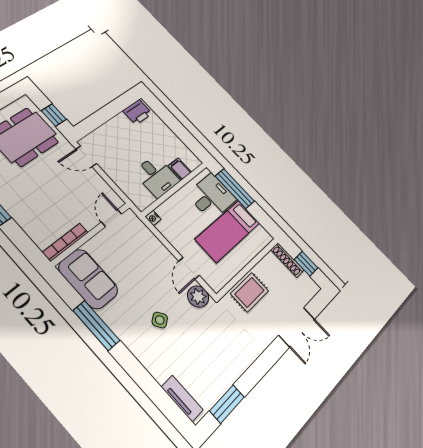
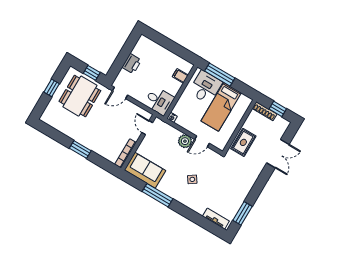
printer: (137, 112) -> (132, 64), moved
desk: (157, 176) -> (159, 101), moved
door: (189, 268) -> (202, 141), hinge flipped
plant: (198, 297) -> (185, 141), moved

